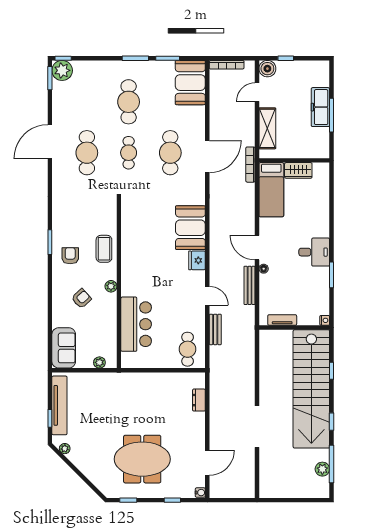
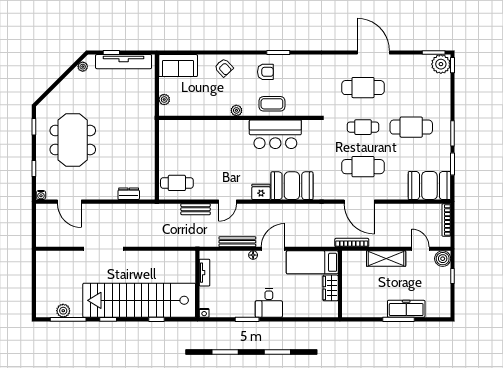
wall: (294, 160) -> (340, 284), moved
wardrobe: (298, 170) -> (331, 288), moved
bed: (271, 190) -> (312, 262), moved
armchair: (81, 299) -> (224, 68), moved
bar counter: (136, 324) -> (275, 134), moved

